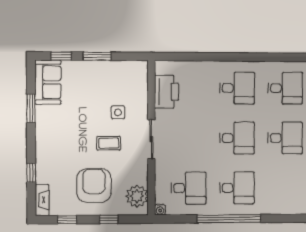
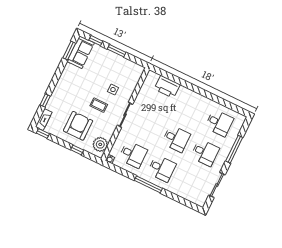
desk: (237, 88) -> (190, 109), removed
printer: (166, 92) -> (167, 87), moved, turned 90
window: (31, 108) -> (69, 51), moved
window: (229, 219) -> (148, 184), width x0.68
window: (67, 220) -> (43, 133), moved

